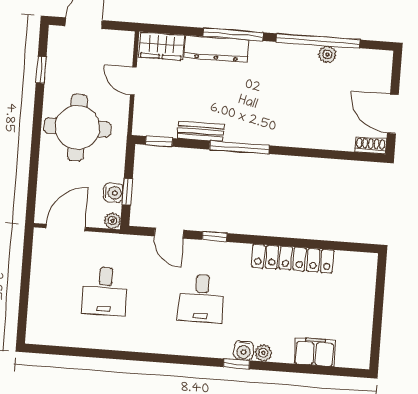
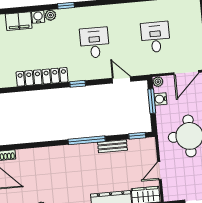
door: (133, 81) -> (159, 171), swing flipped
window: (127, 192) -> (152, 101), width x1.50
window: (215, 237) -> (78, 84), moved
water cooler: (244, 350) -> (38, 17), moved

